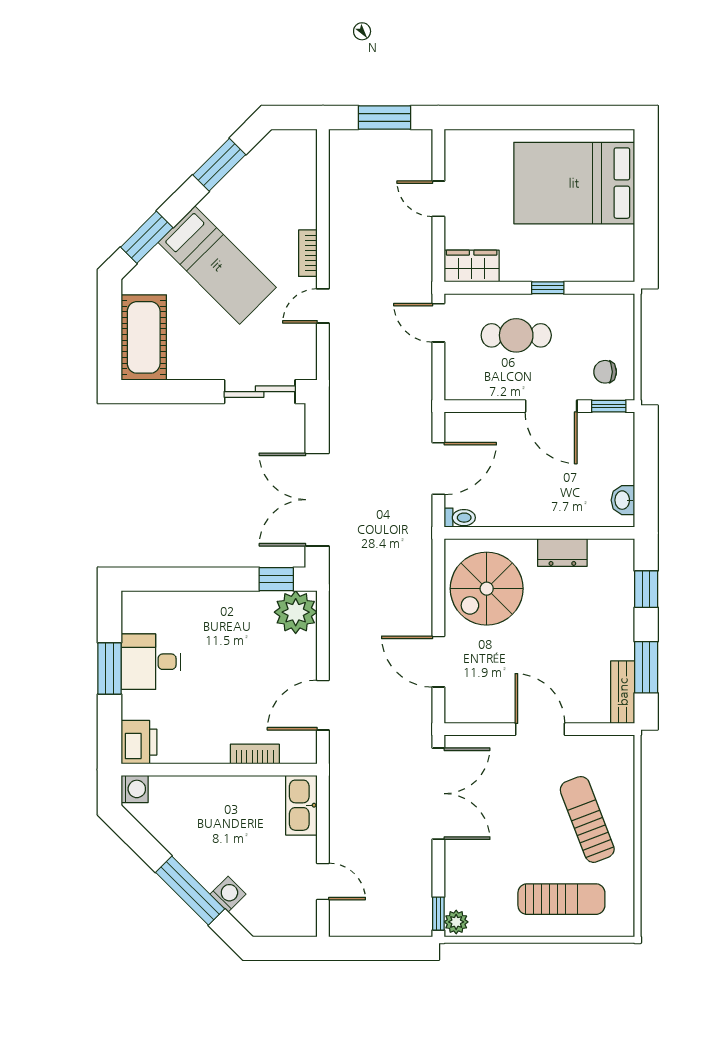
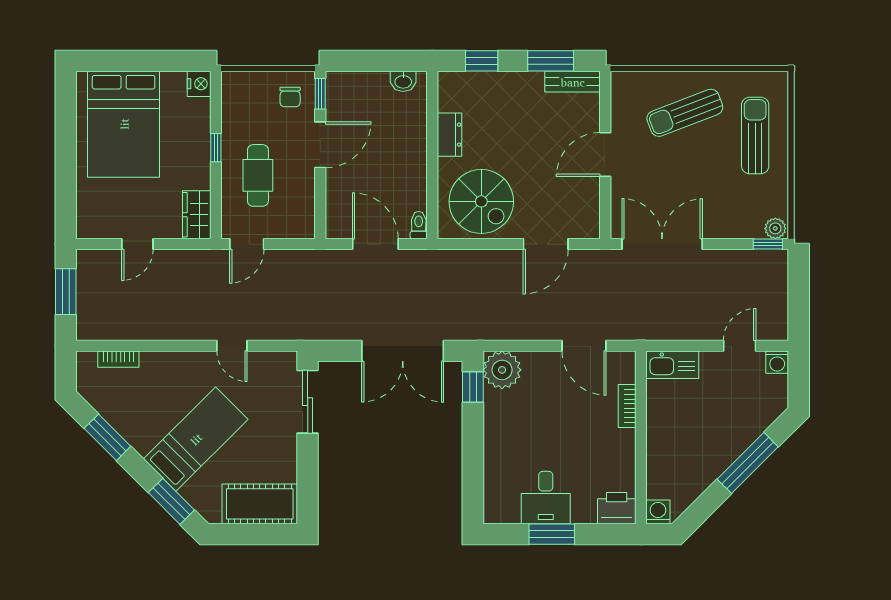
bookcase: (308, 253) -> (118, 359), moved
nightstand: (620, 269) -> (199, 84), added
washing machine: (228, 894) -> (777, 362), moved, turned -135

